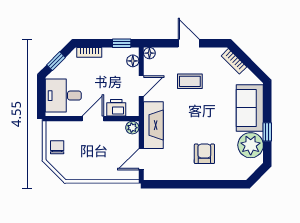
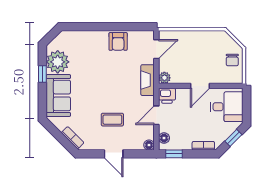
printer: (116, 108) -> (167, 96), moved
fireplace: (153, 125) -> (148, 80), width x0.73, depth x0.76
armchair: (204, 154) -> (118, 41), moved

